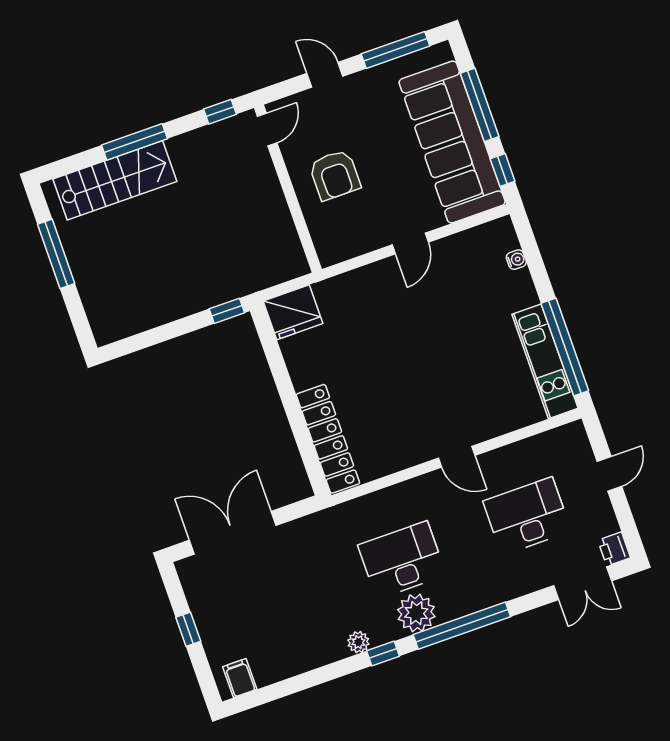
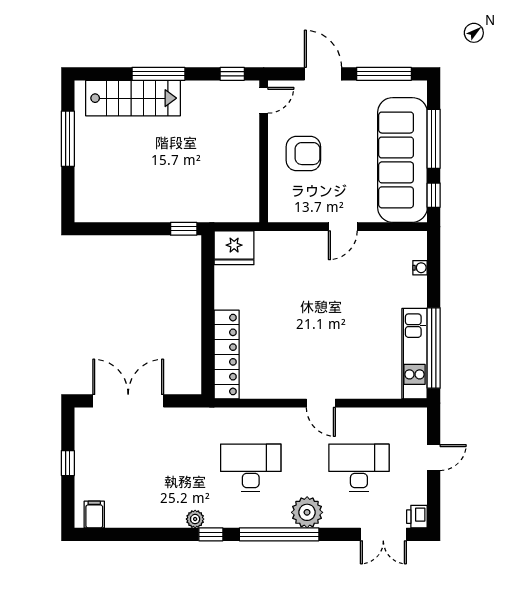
door: (325, 75) -> (323, 74), width x1.38
armchair: (335, 175) -> (303, 154), turned -90
plant: (416, 613) -> (307, 512), moved

